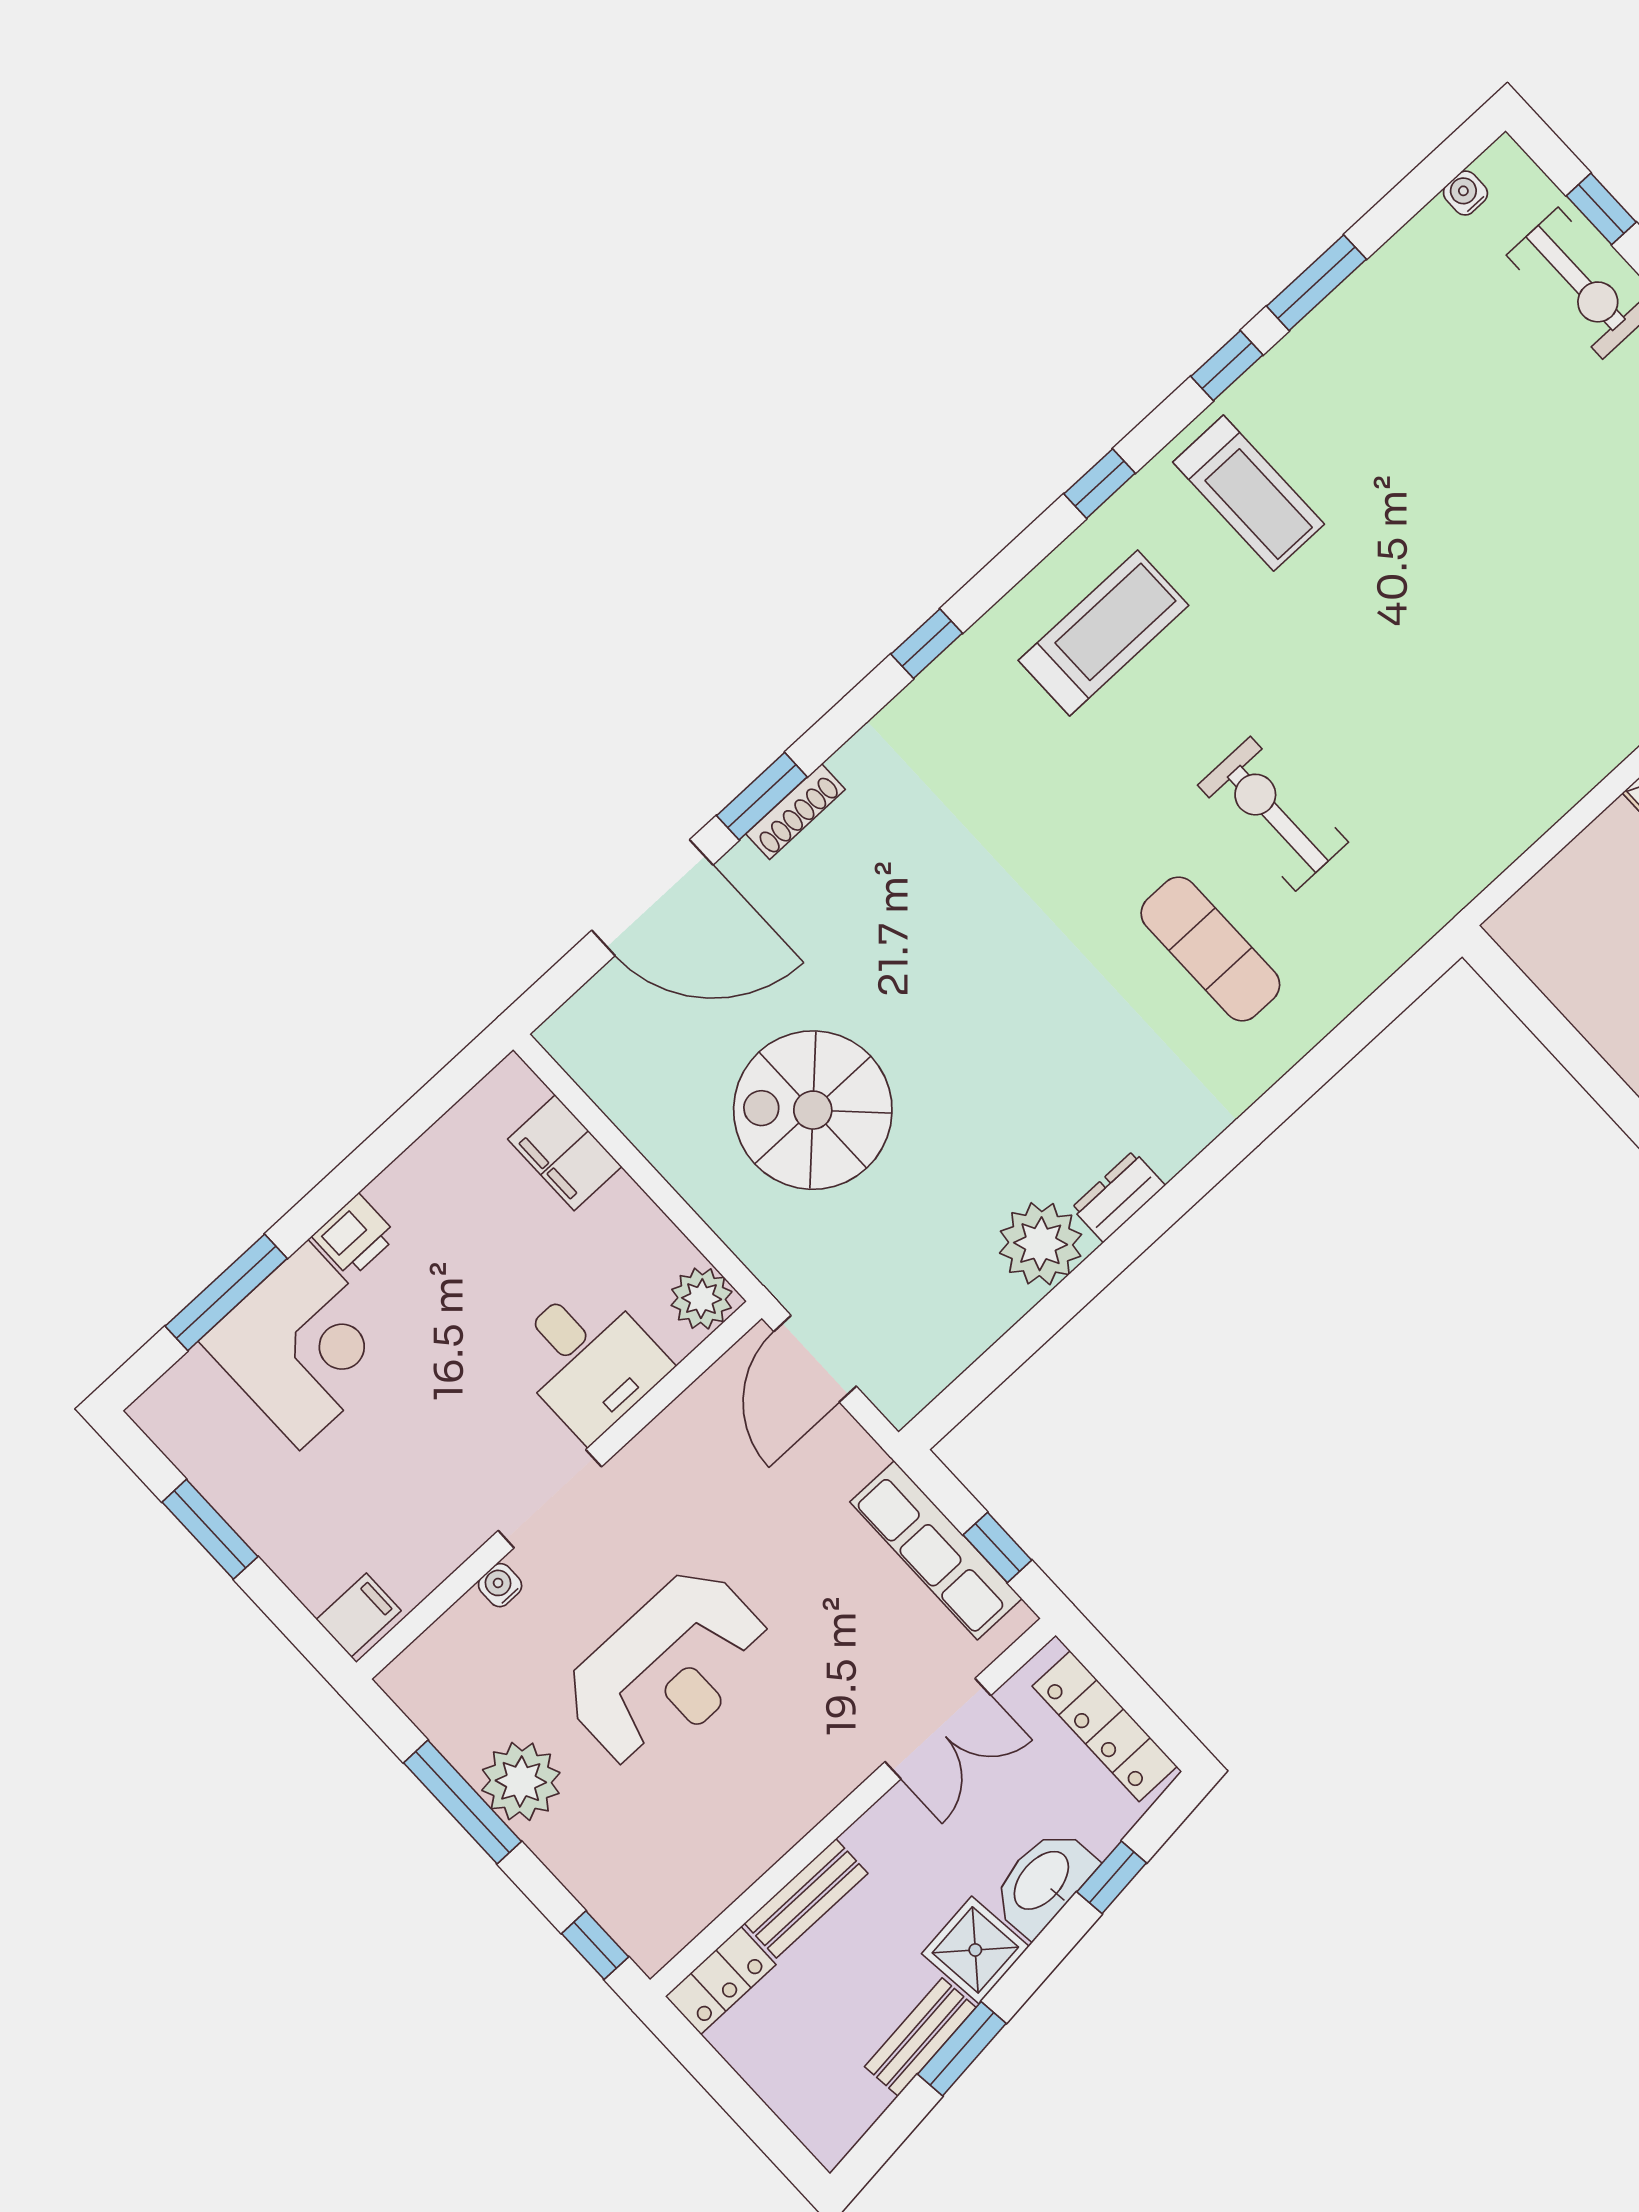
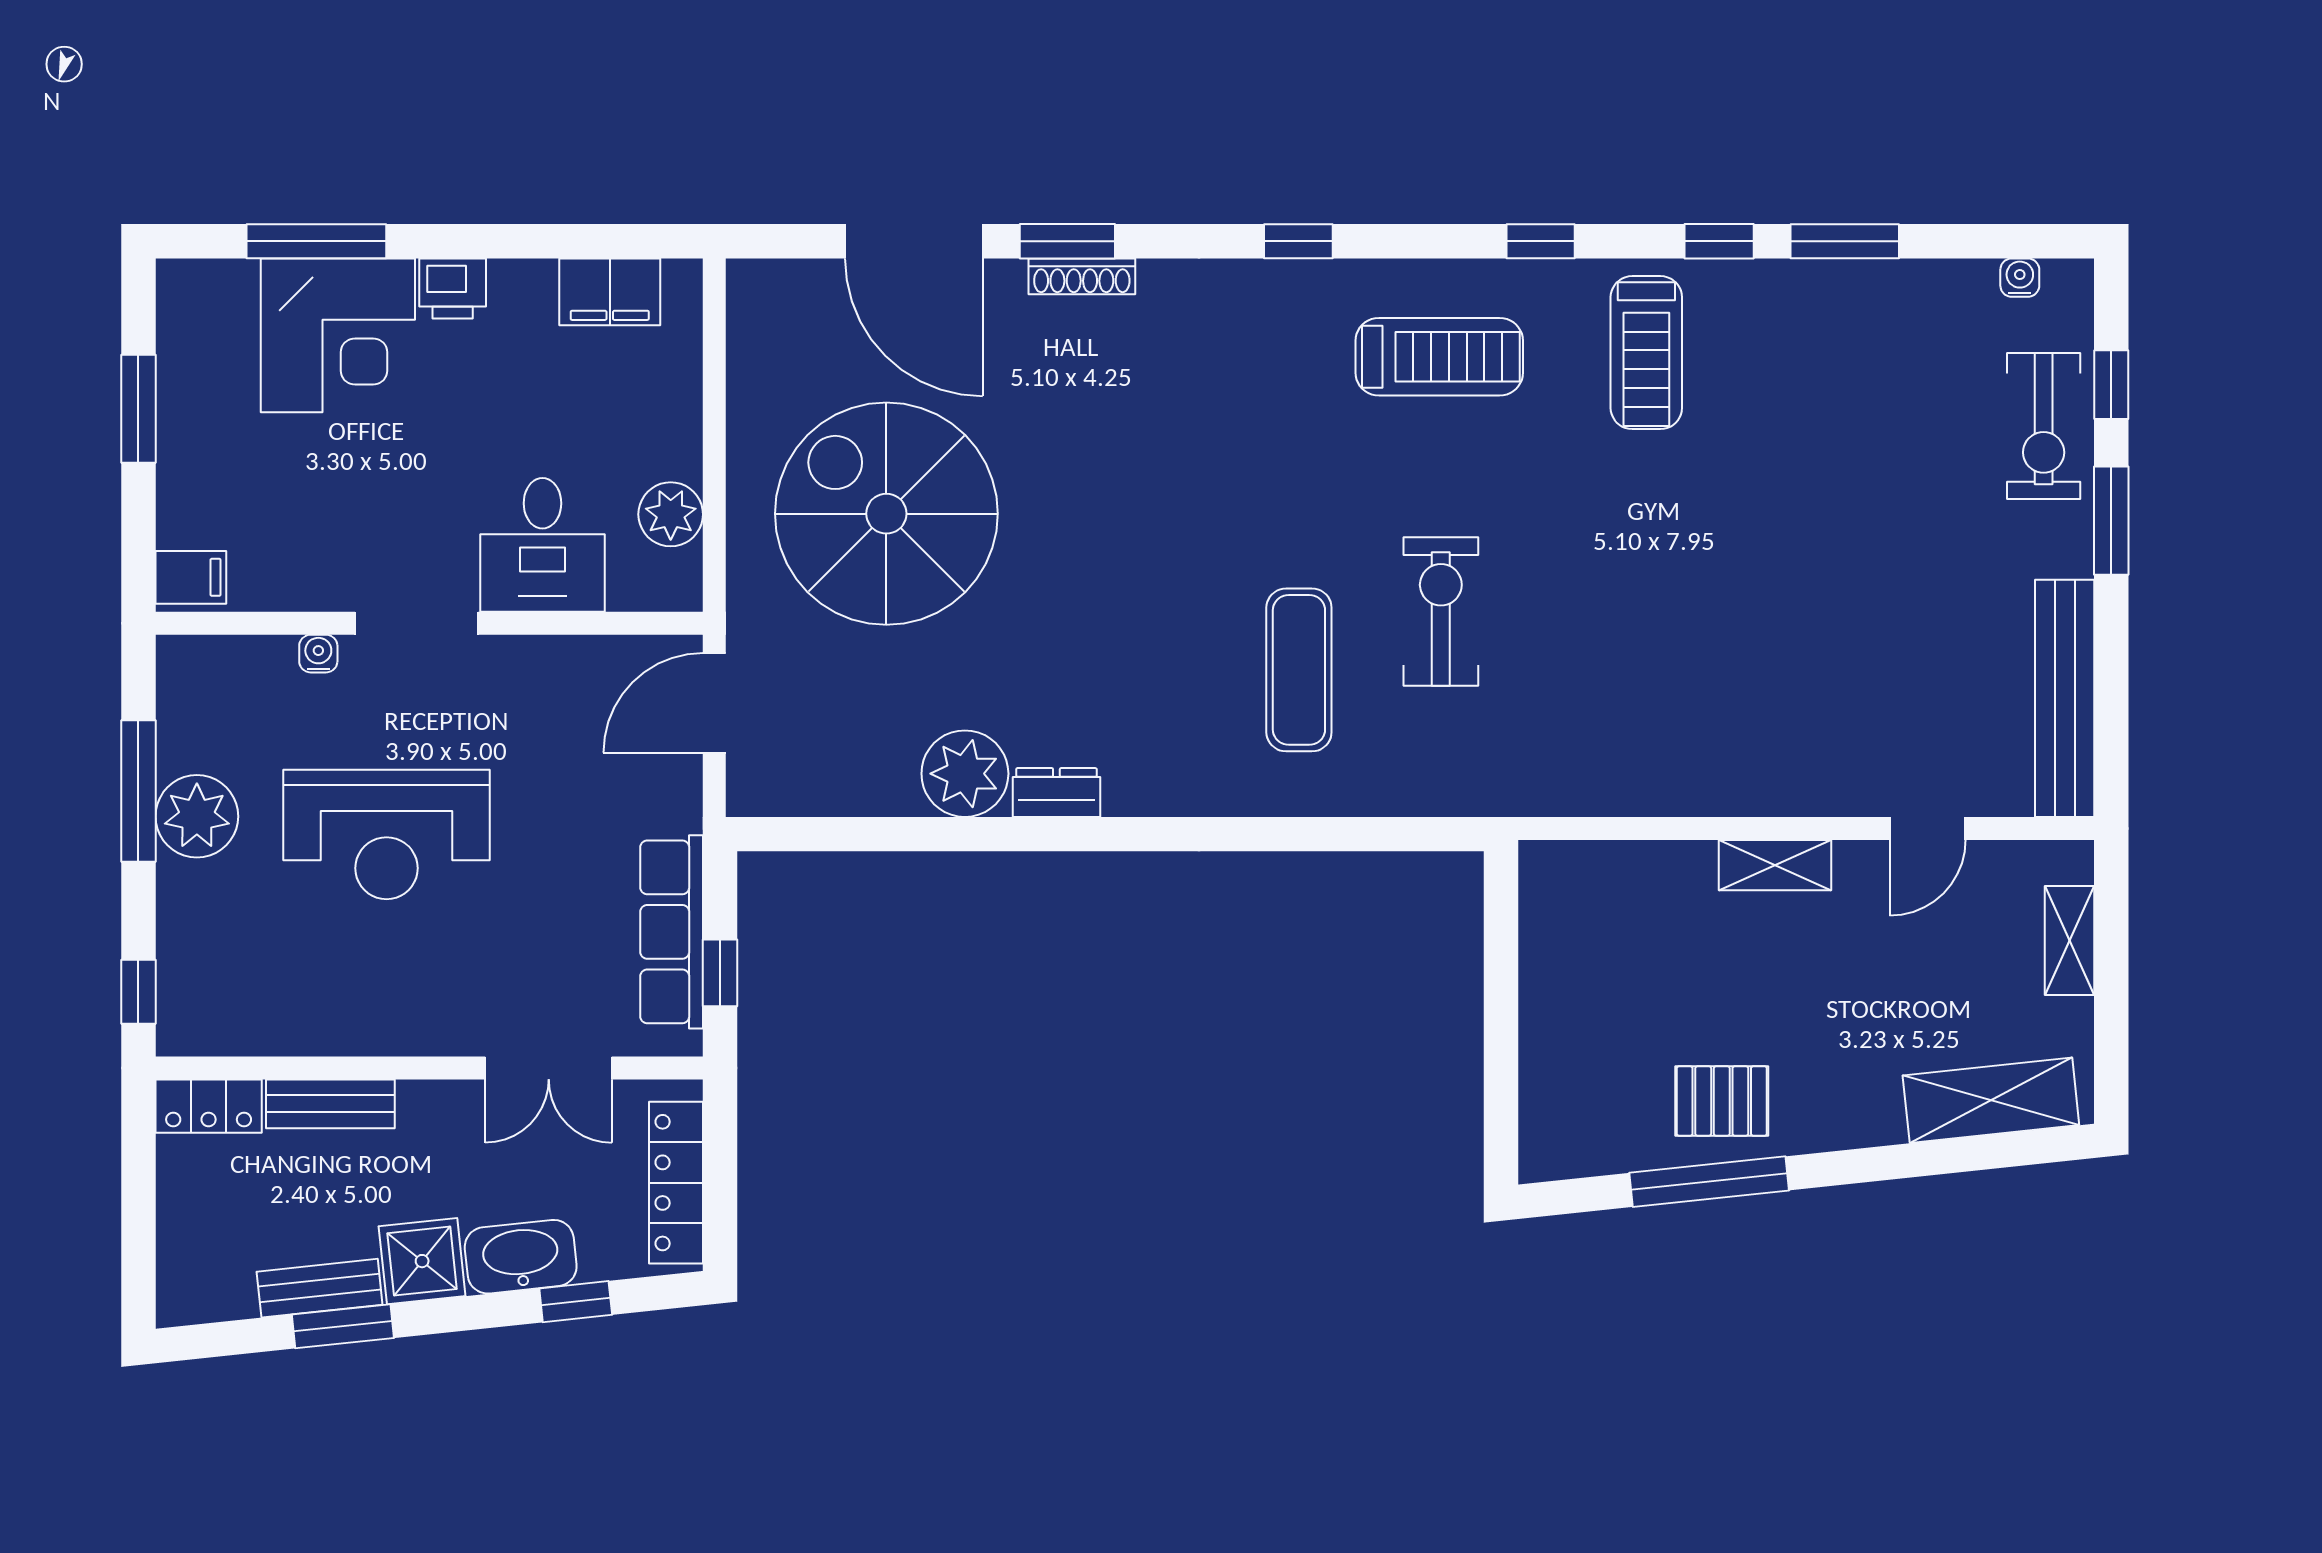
spiral stairs: (813, 1110) -> (886, 514), width x1.37, depth x1.37
filing cabinet: (565, 1153) -> (610, 292), moved, turned -90
plant: (702, 1299) -> (671, 514), moved

